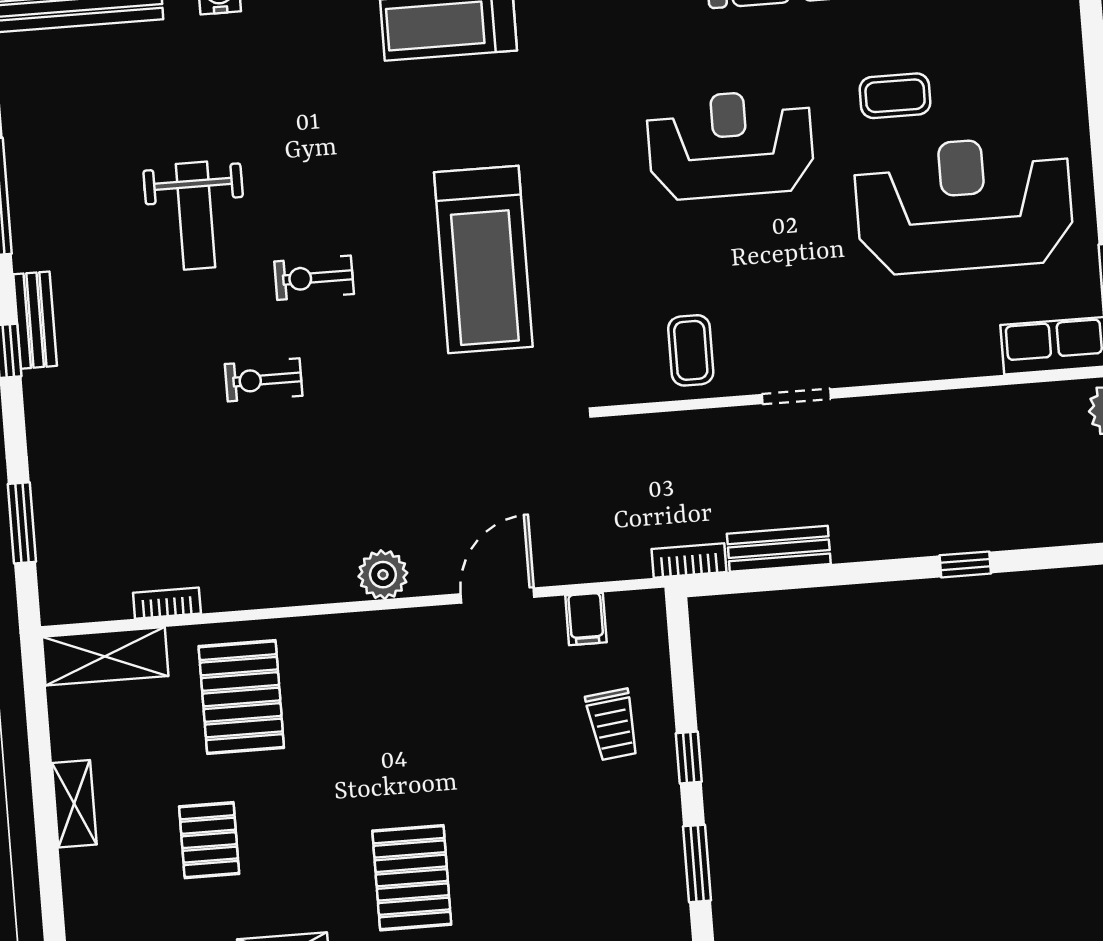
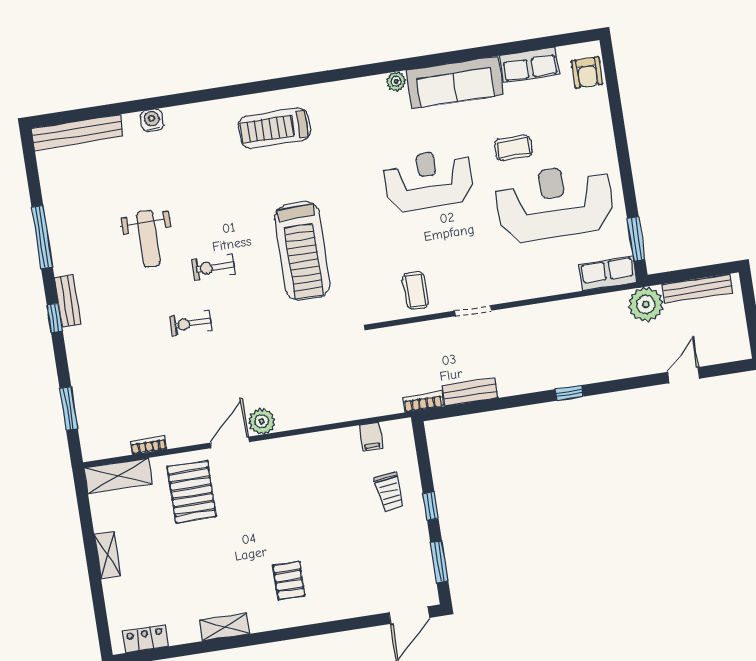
door: (498, 596) -> (230, 442), moved
pallet: (209, 840) -> (180, 569), removed
pallet: (412, 878) -> (289, 581), width x0.67, depth x0.71

